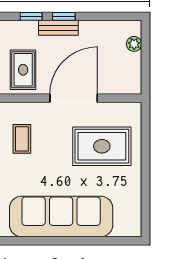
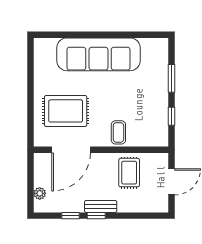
window: (31, 16) -> (70, 216), moved
door: (74, 98) -> (71, 150), moved
coffee table: (22, 139) -> (118, 132), moved

